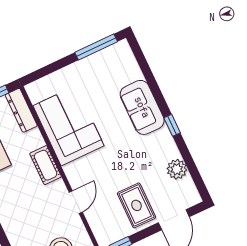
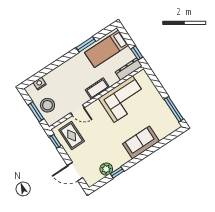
window: (172, 125) -> (117, 172), moved
rug: (136, 205) -> (72, 136), moved, turned 90

